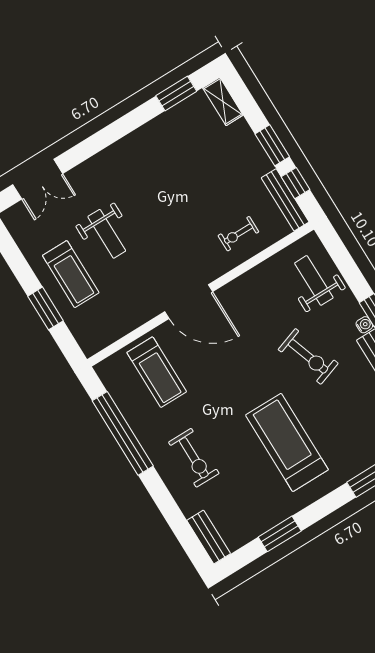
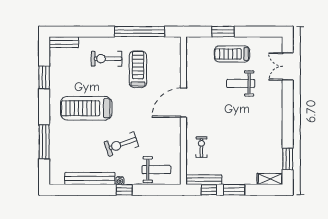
treadmill: (157, 372) -> (138, 69), moved, turned 90
treadmill: (287, 442) -> (86, 108), turned 180

